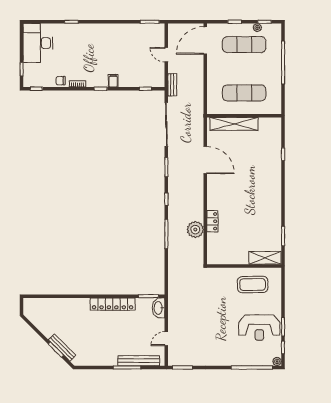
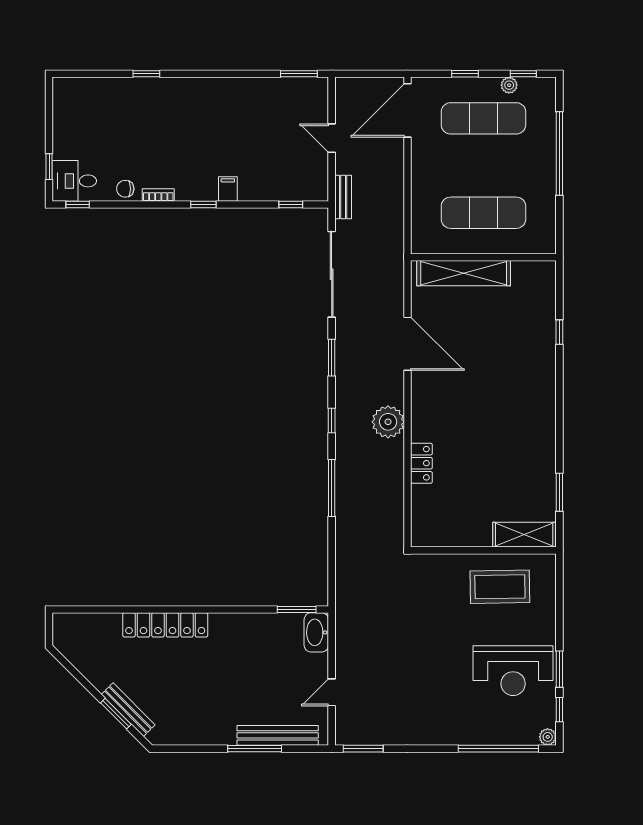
desk: (38, 43) -> (74, 181), moved, width x0.53, depth x0.77
plant: (195, 230) -> (388, 422), moved
locker: (113, 304) -> (165, 625), moved

